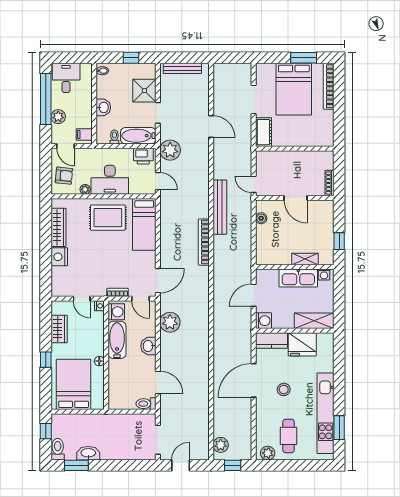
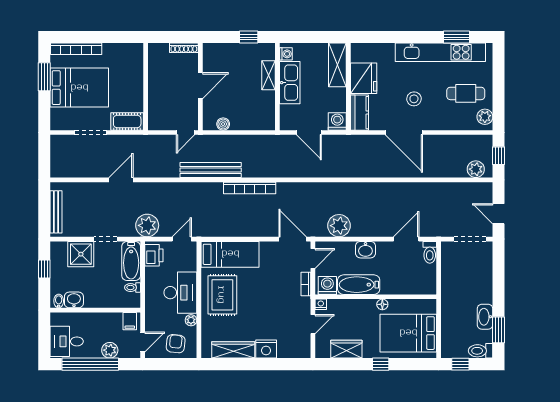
washbasin: (103, 107) -> (74, 300), moved

